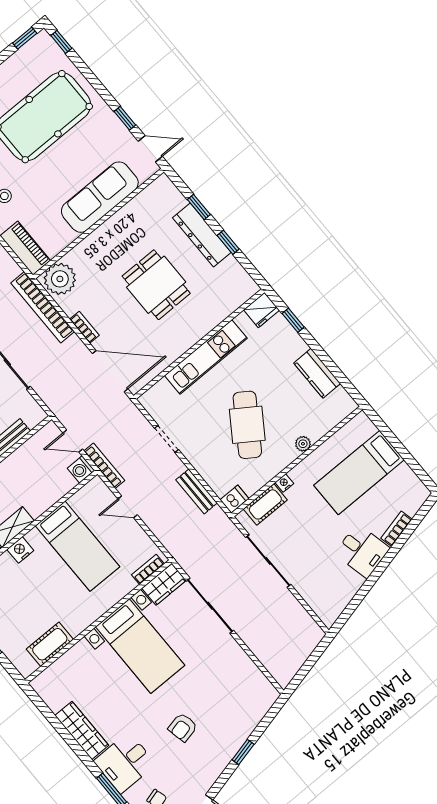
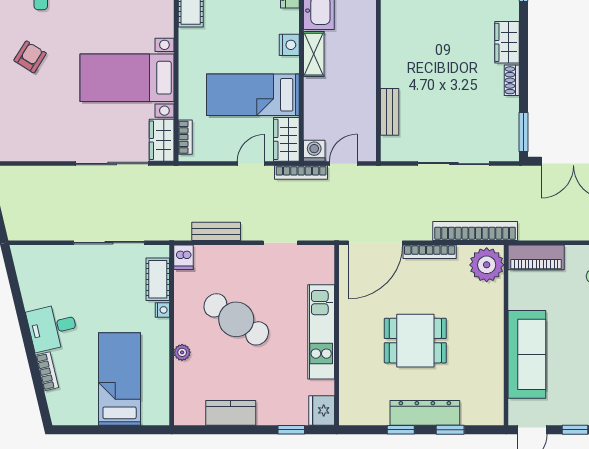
bookcase: (84, 327) -> (430, 252), width x1.56
wardrobe: (89, 496) -> (286, 139), added
armchair: (183, 727) -> (30, 57), turned 44

